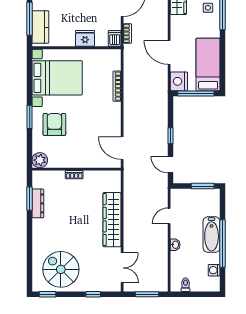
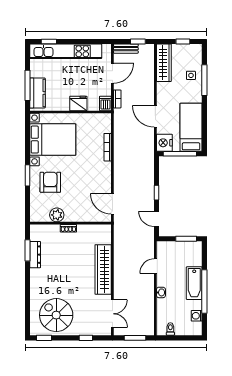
plant: (40, 160) -> (57, 215), moved

